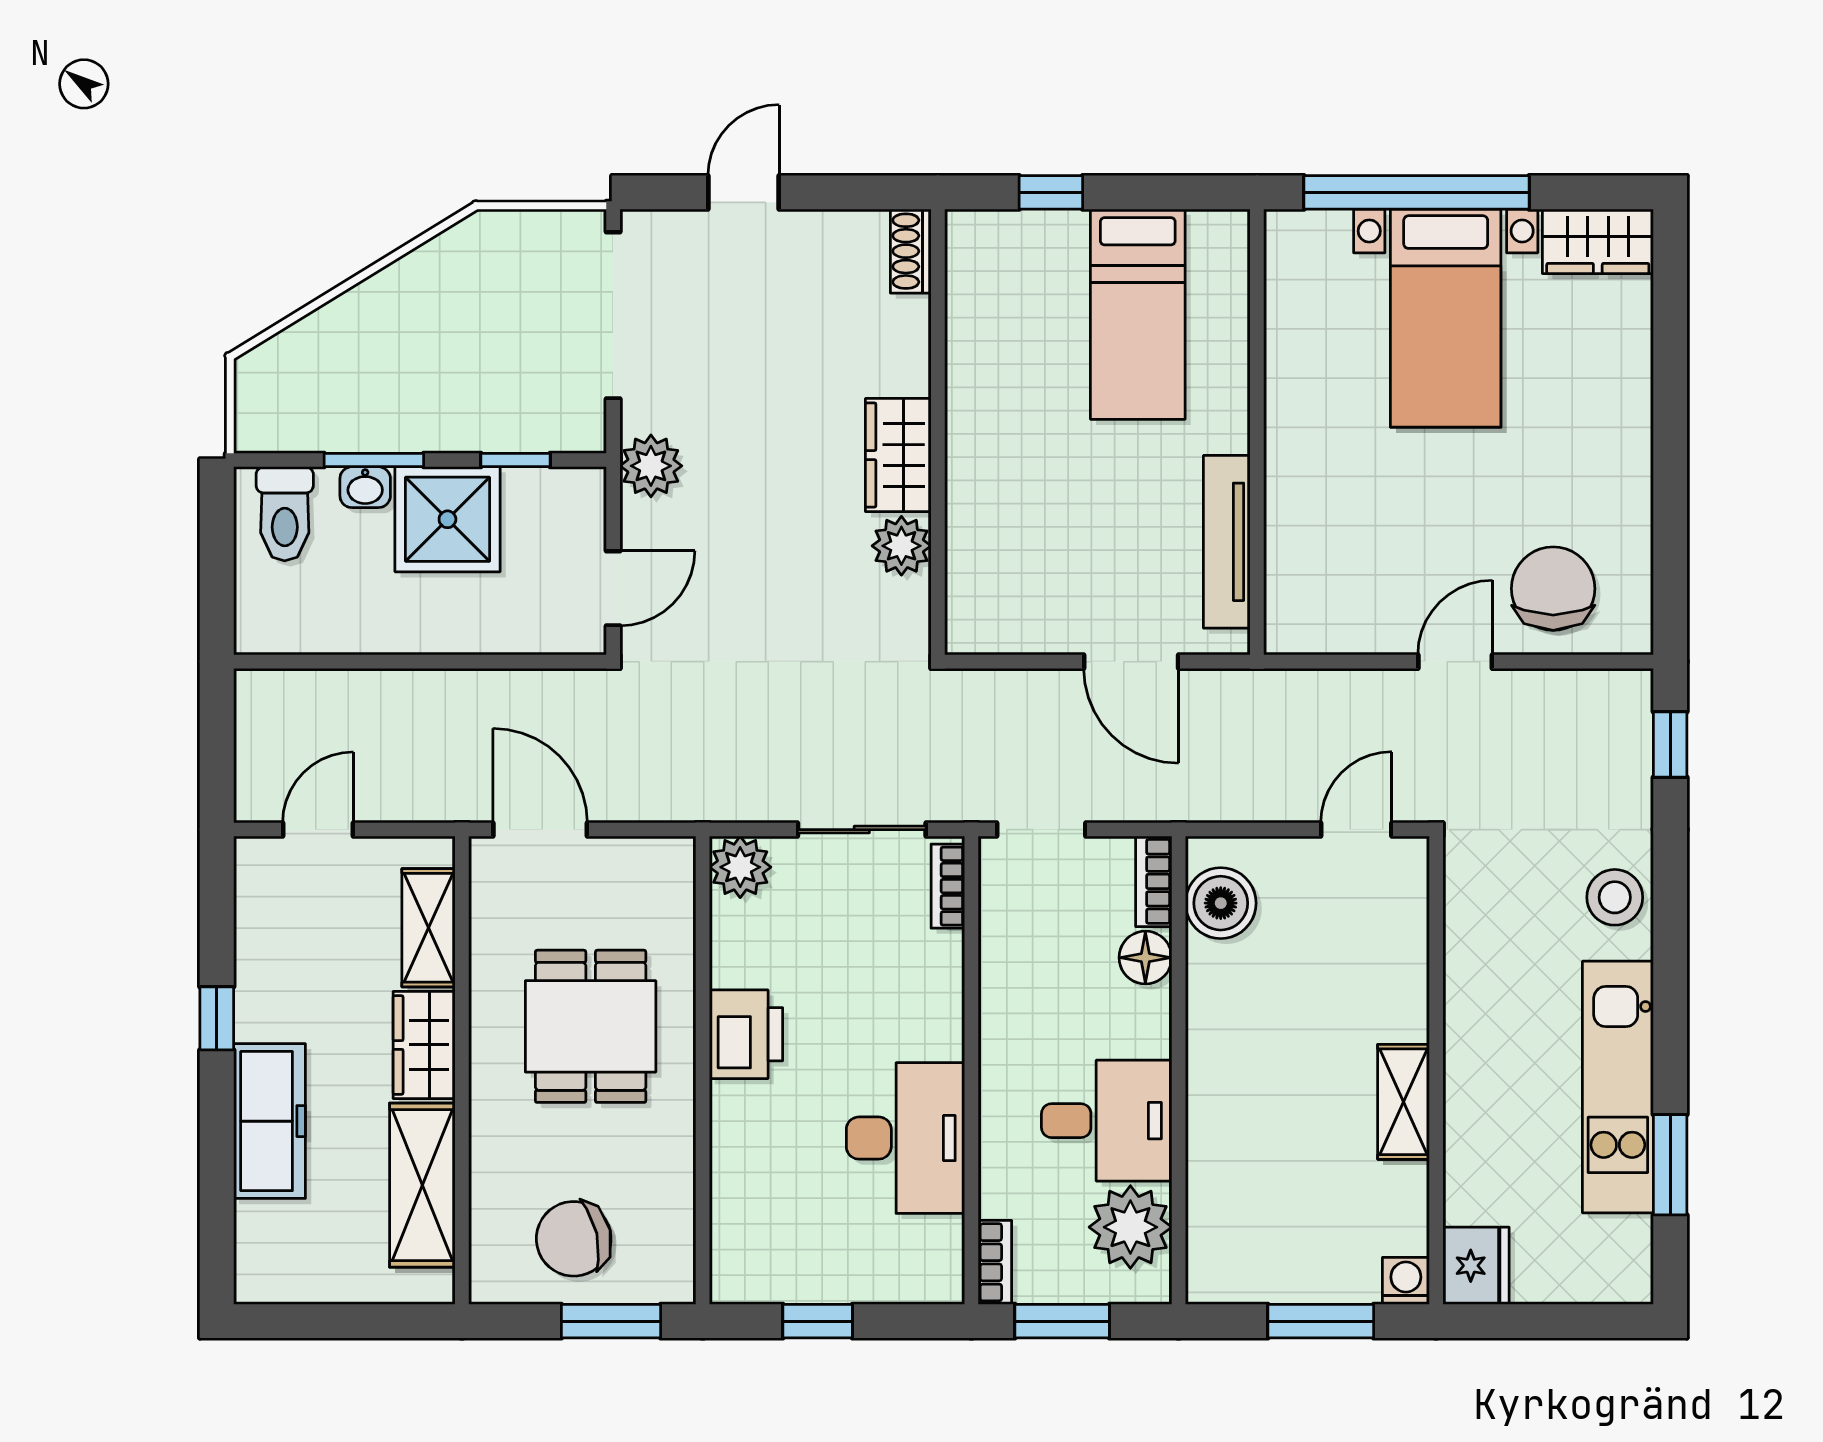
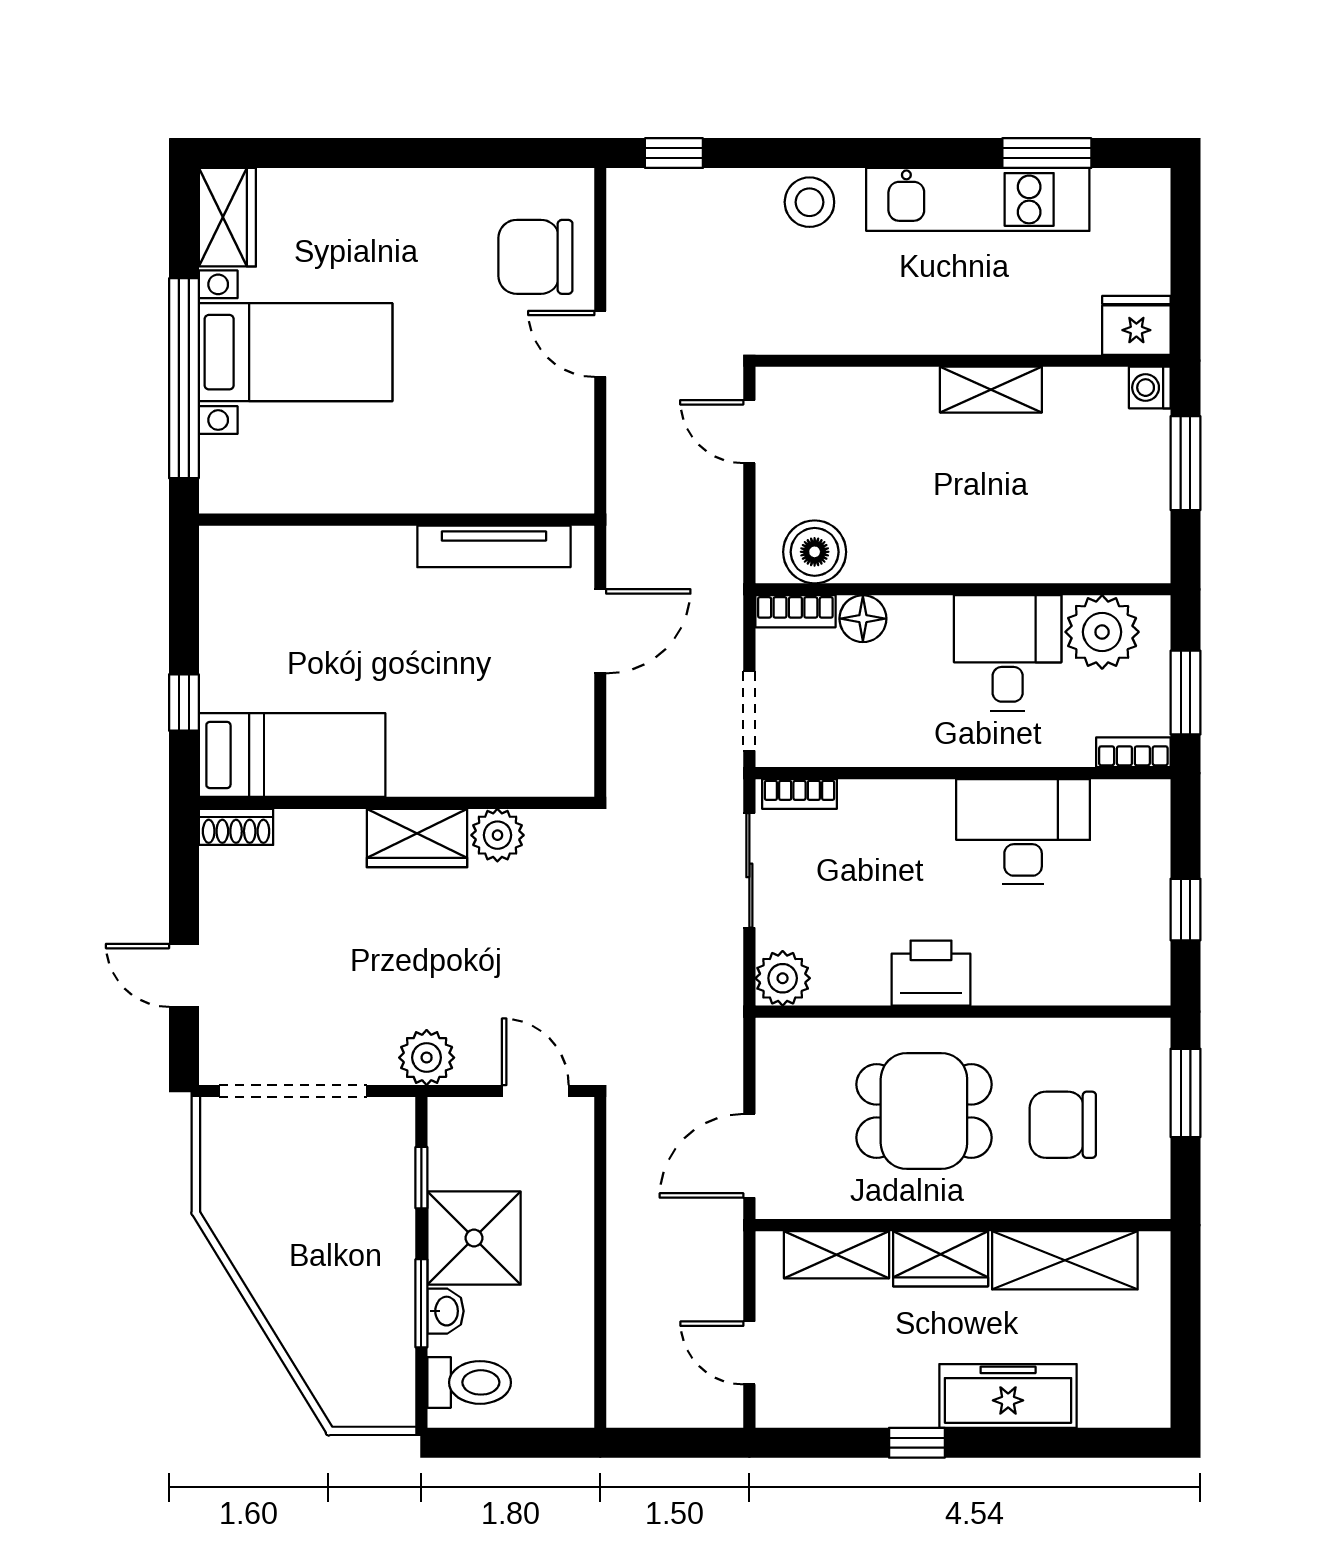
bed: (1138, 314) -> (292, 755), moved
chair: (574, 1239) -> (1063, 1125), moved, turned 103

